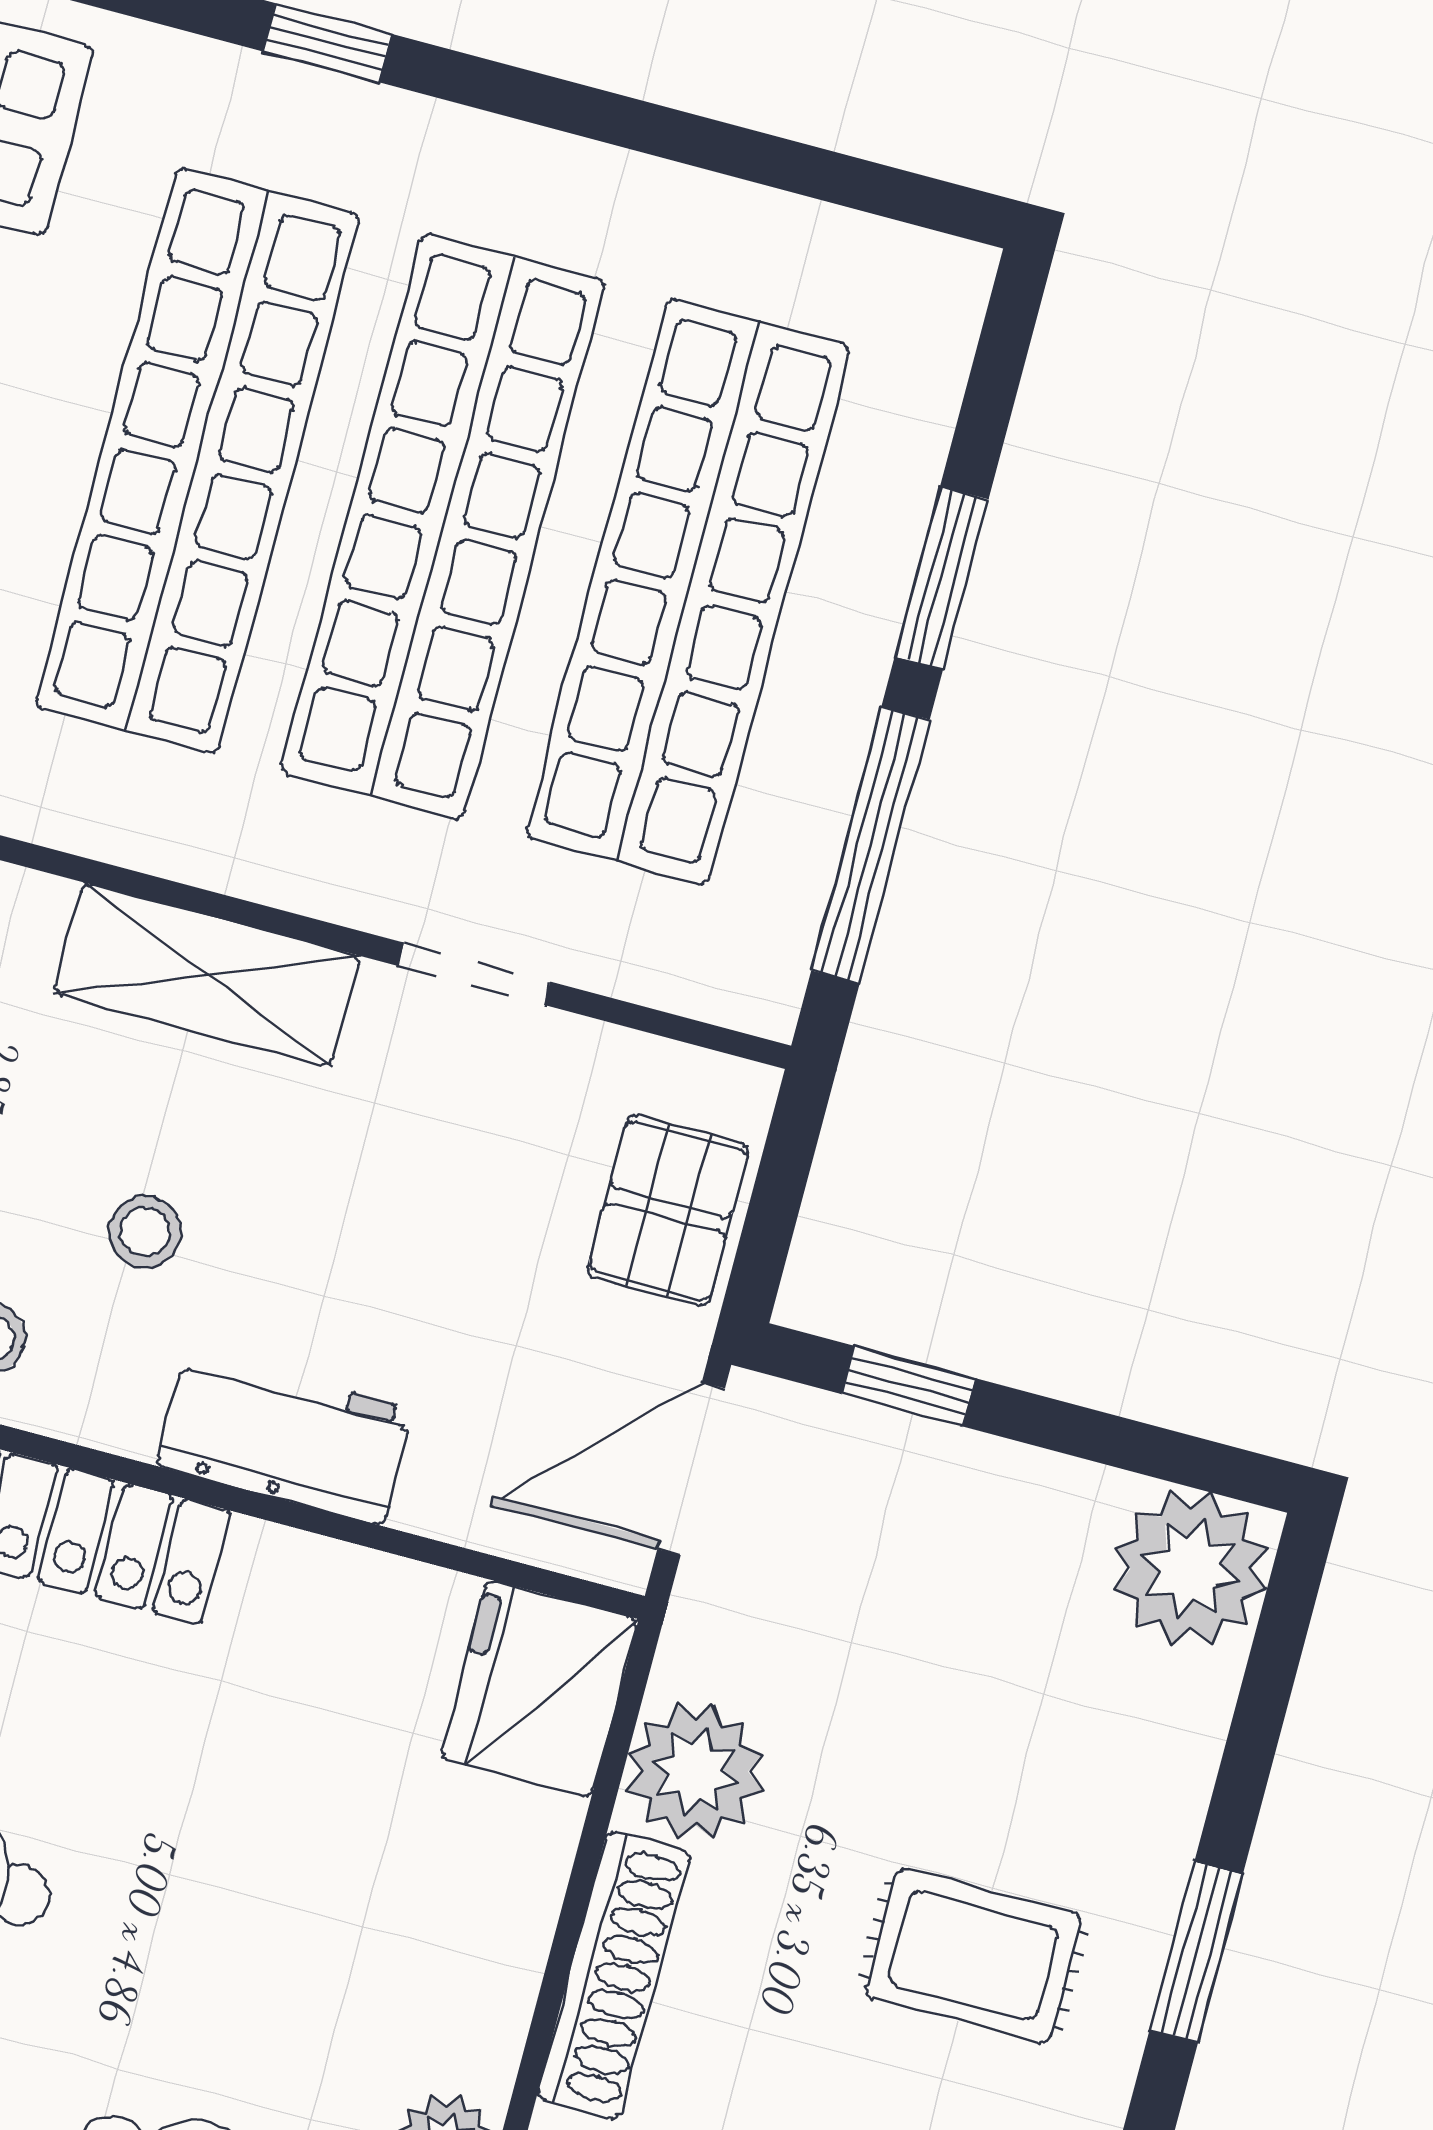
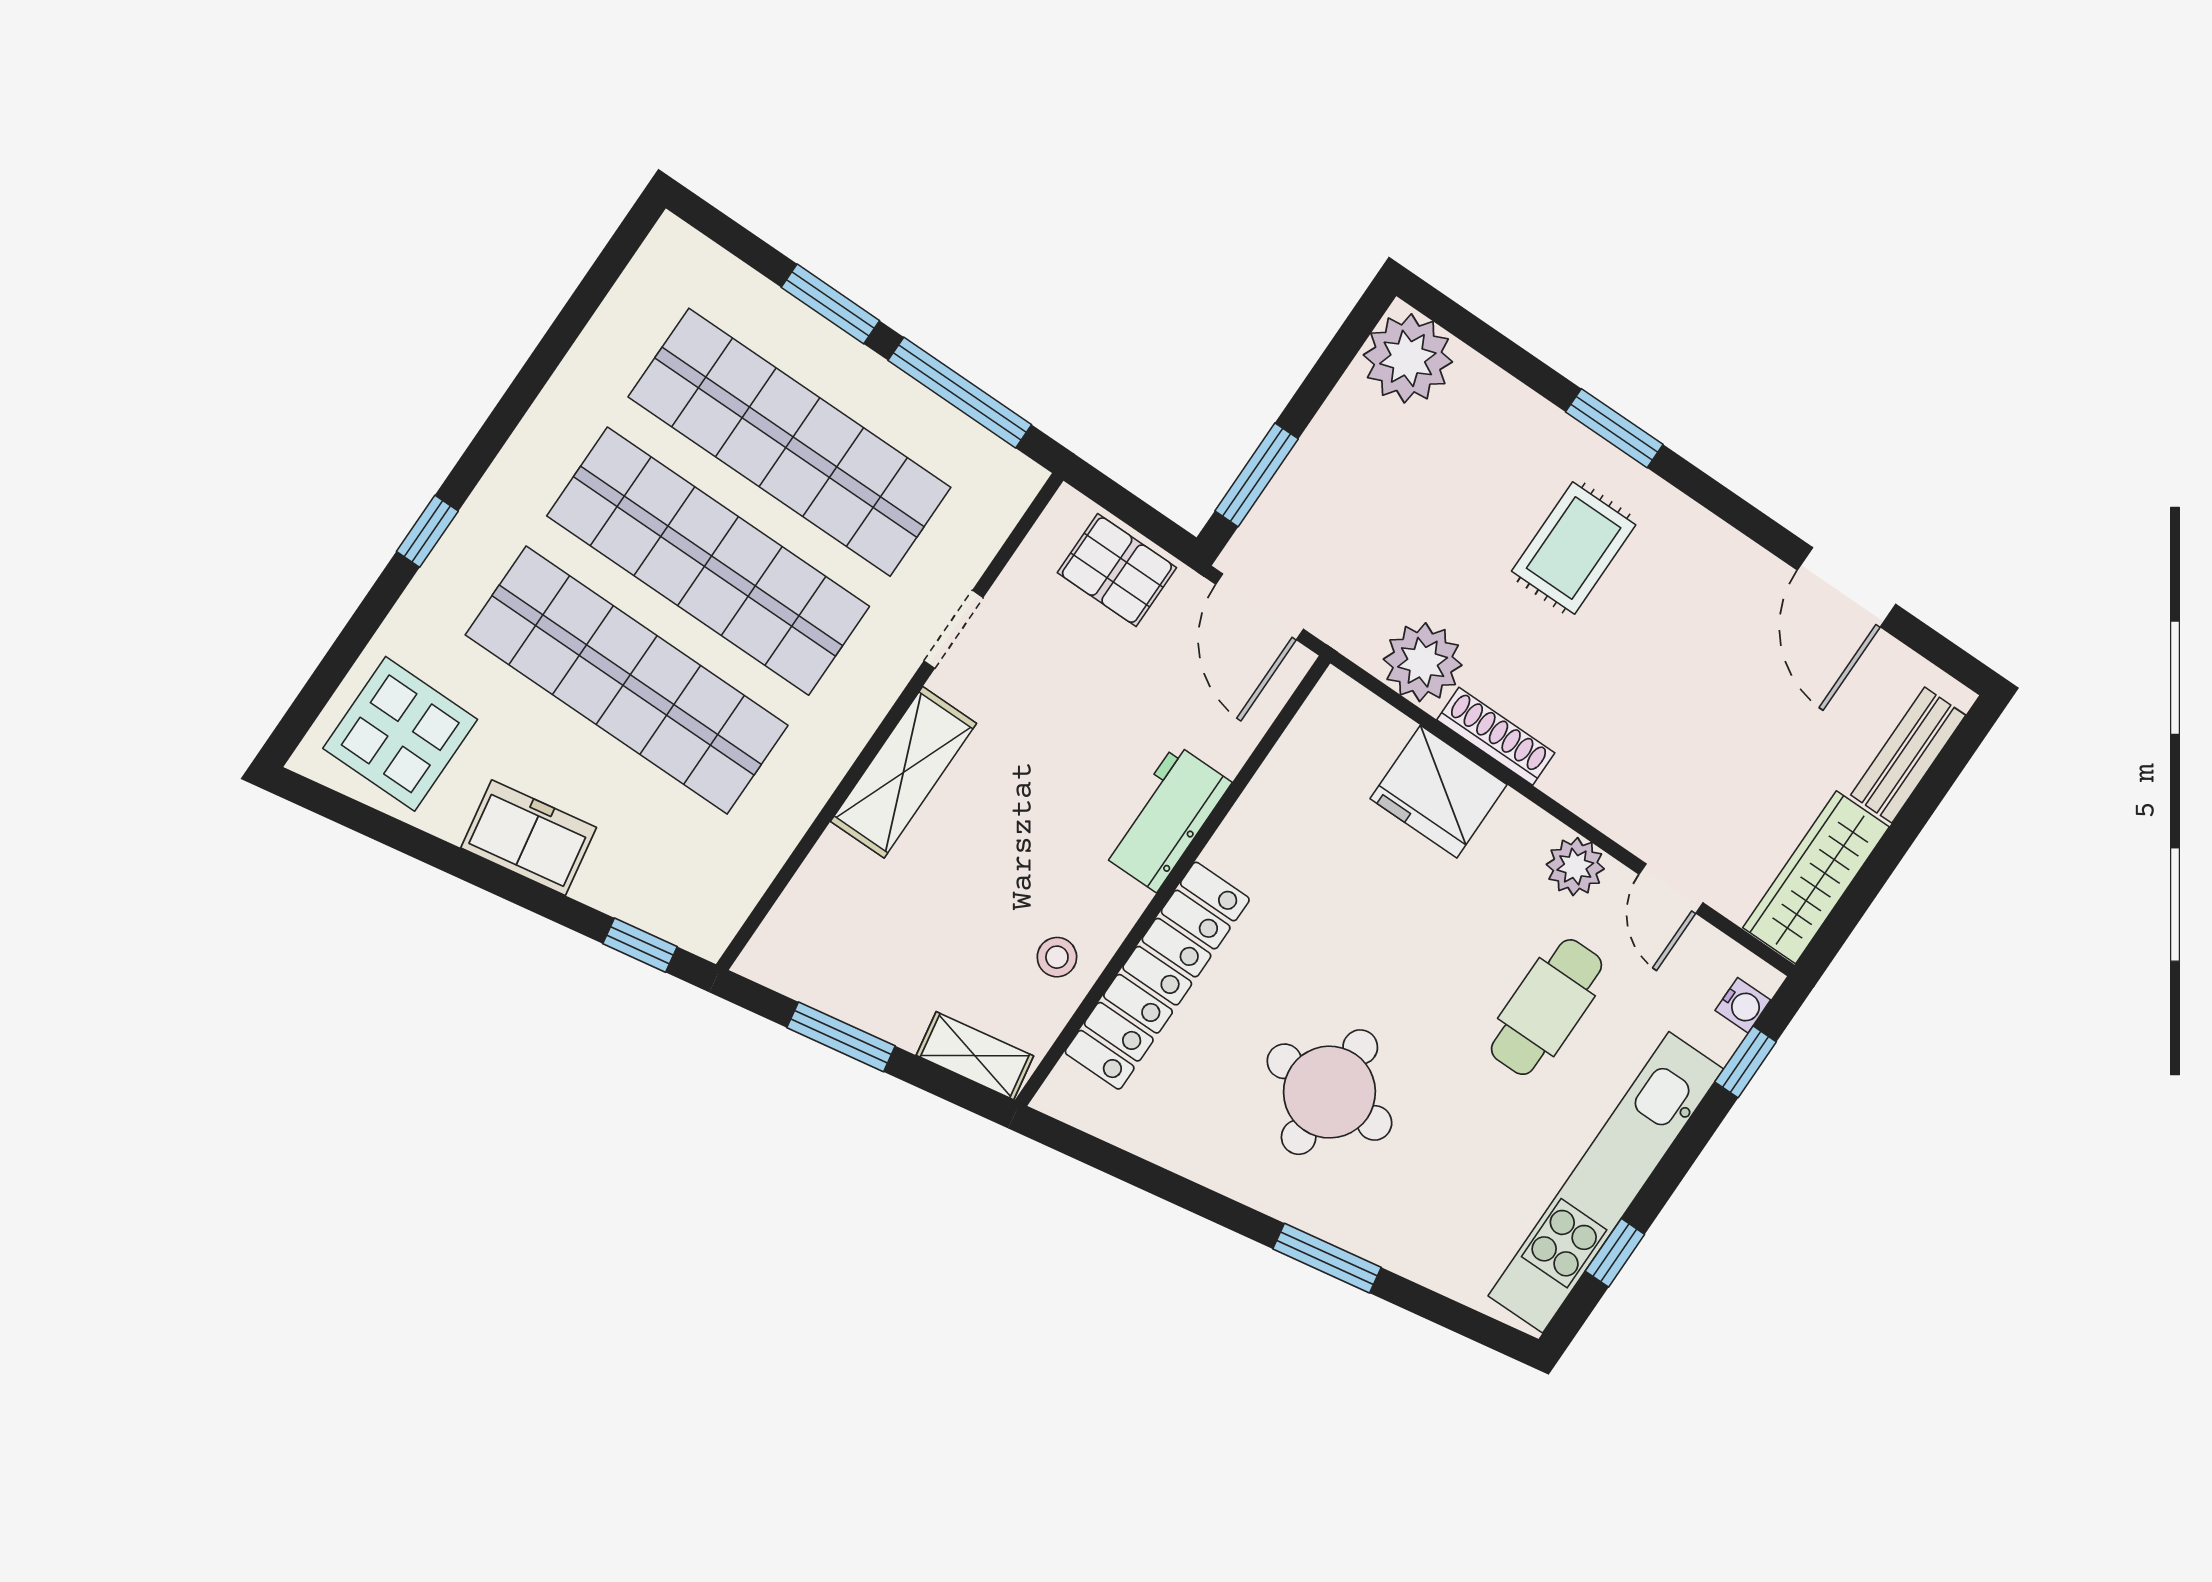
stool: (145, 1232) -> (1029, 854), removed
window: (908, 1386) -> (1257, 475), width x1.50
fridge: (539, 1689) -> (1439, 792), moved
shoe rack: (613, 1975) -> (1496, 736), width x0.74, depth x0.81

